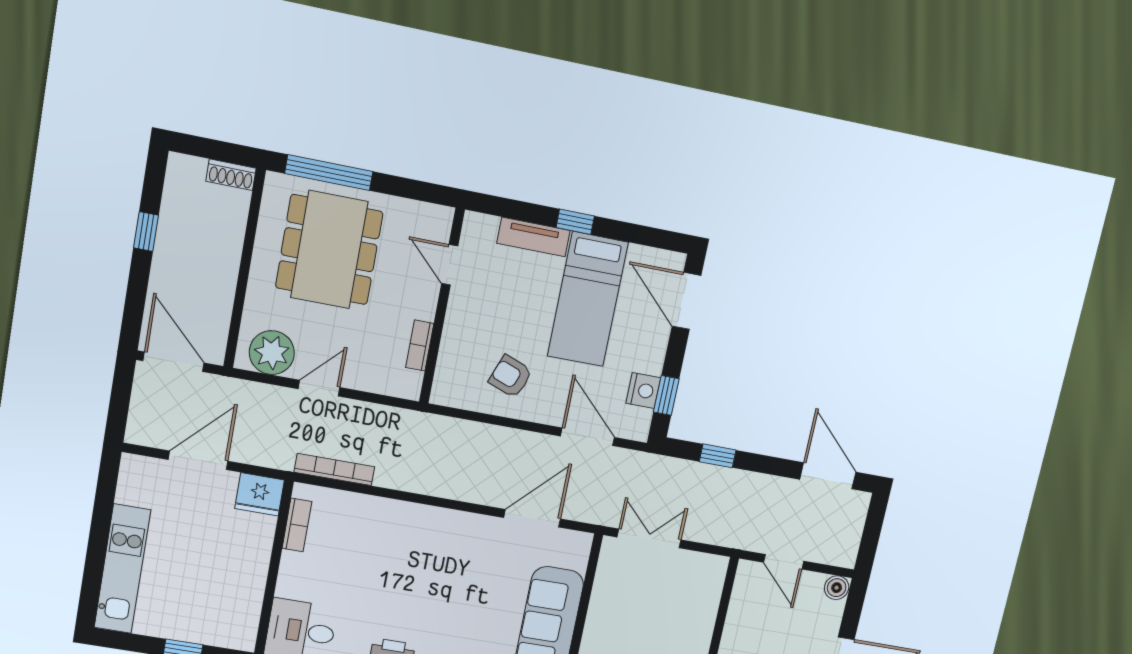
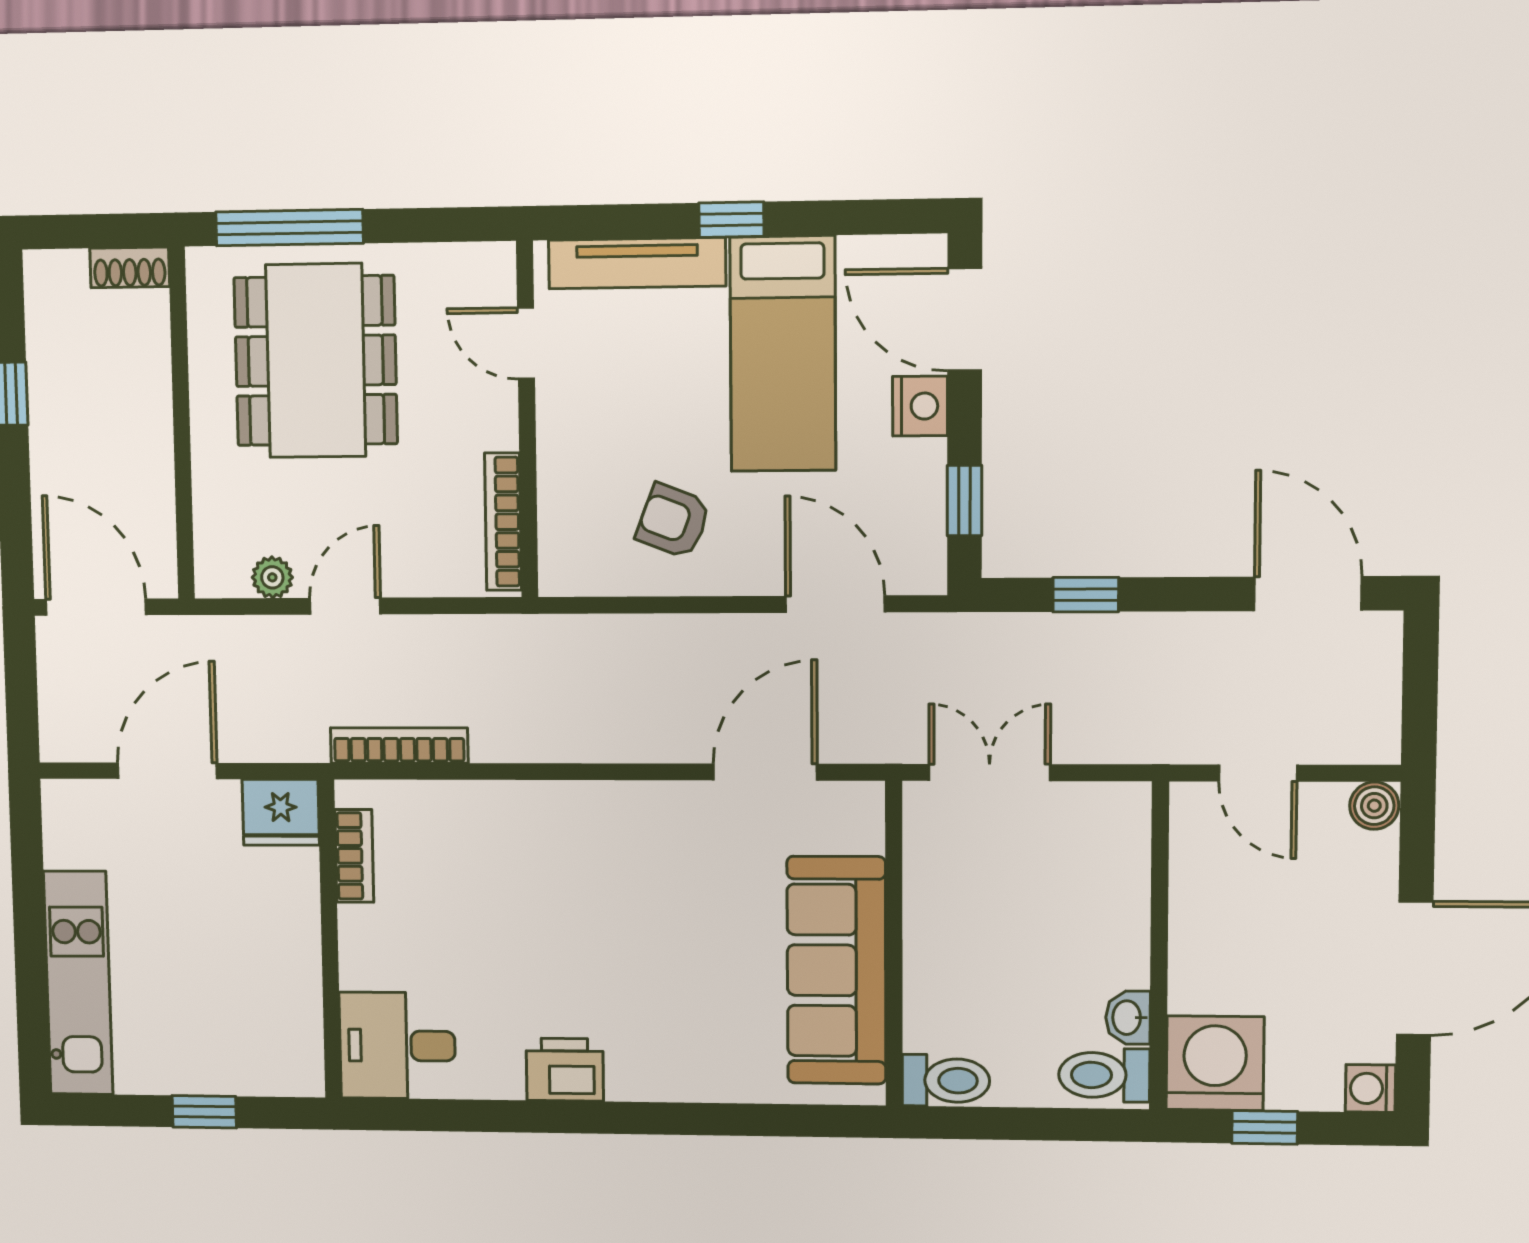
tv unit: (533, 237) -> (637, 263), width x1.41
bookcase: (420, 346) -> (503, 522), width x1.56
plant: (272, 353) -> (272, 577), width x0.53, depth x0.53
nightstand: (643, 391) -> (920, 406), moved

